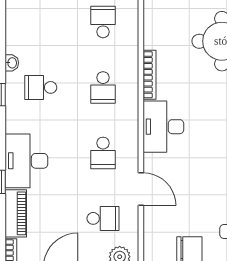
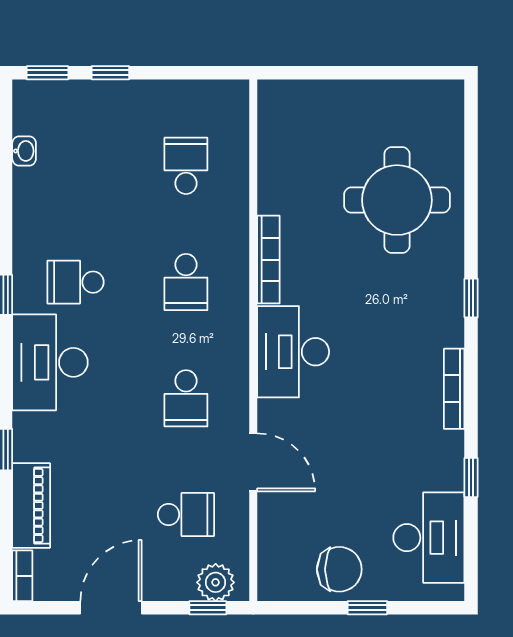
washbasin: (12, 63) -> (24, 151), moved
desk: (26, 161) -> (50, 362), moved

